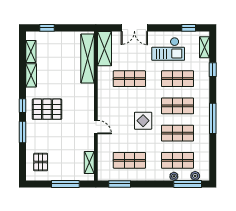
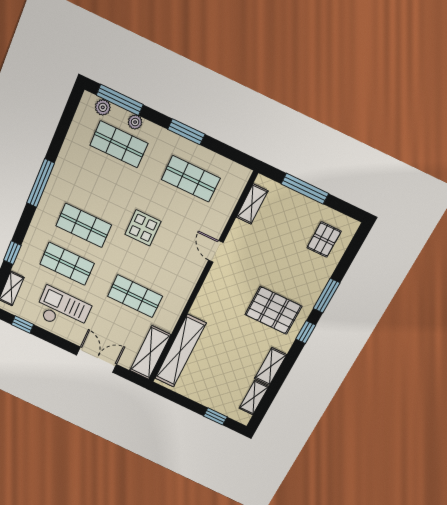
shop shelf: (178, 133) -> (101, 186), removed
window: (120, 184) -> (186, 132), moved

